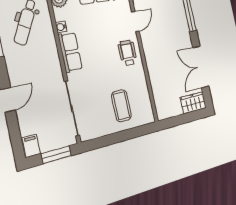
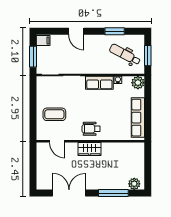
door: (135, 21) -> (57, 141), moved
wheelchair: (128, 53) -> (91, 129), turned 180
wardrobe: (193, 103) -> (89, 149), moved, turned 90

